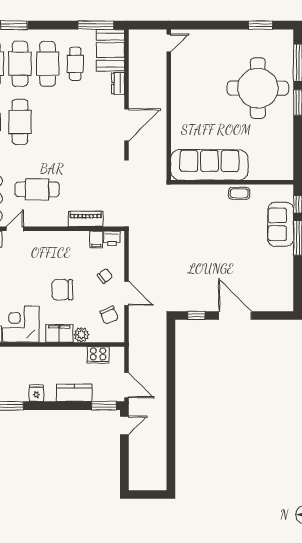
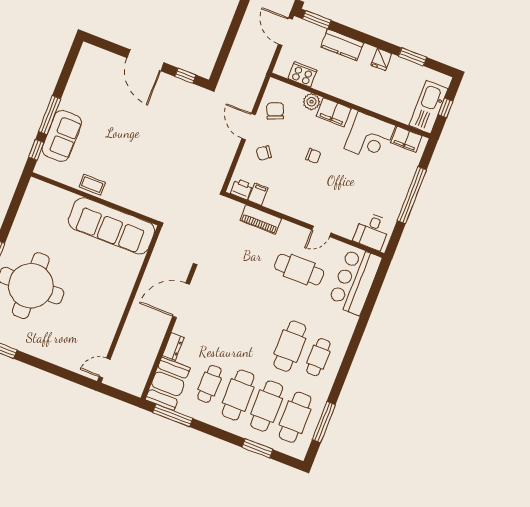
door: (15, 229) -> (321, 231), moved
chair: (62, 290) -> (313, 156), width x0.54, depth x0.54

